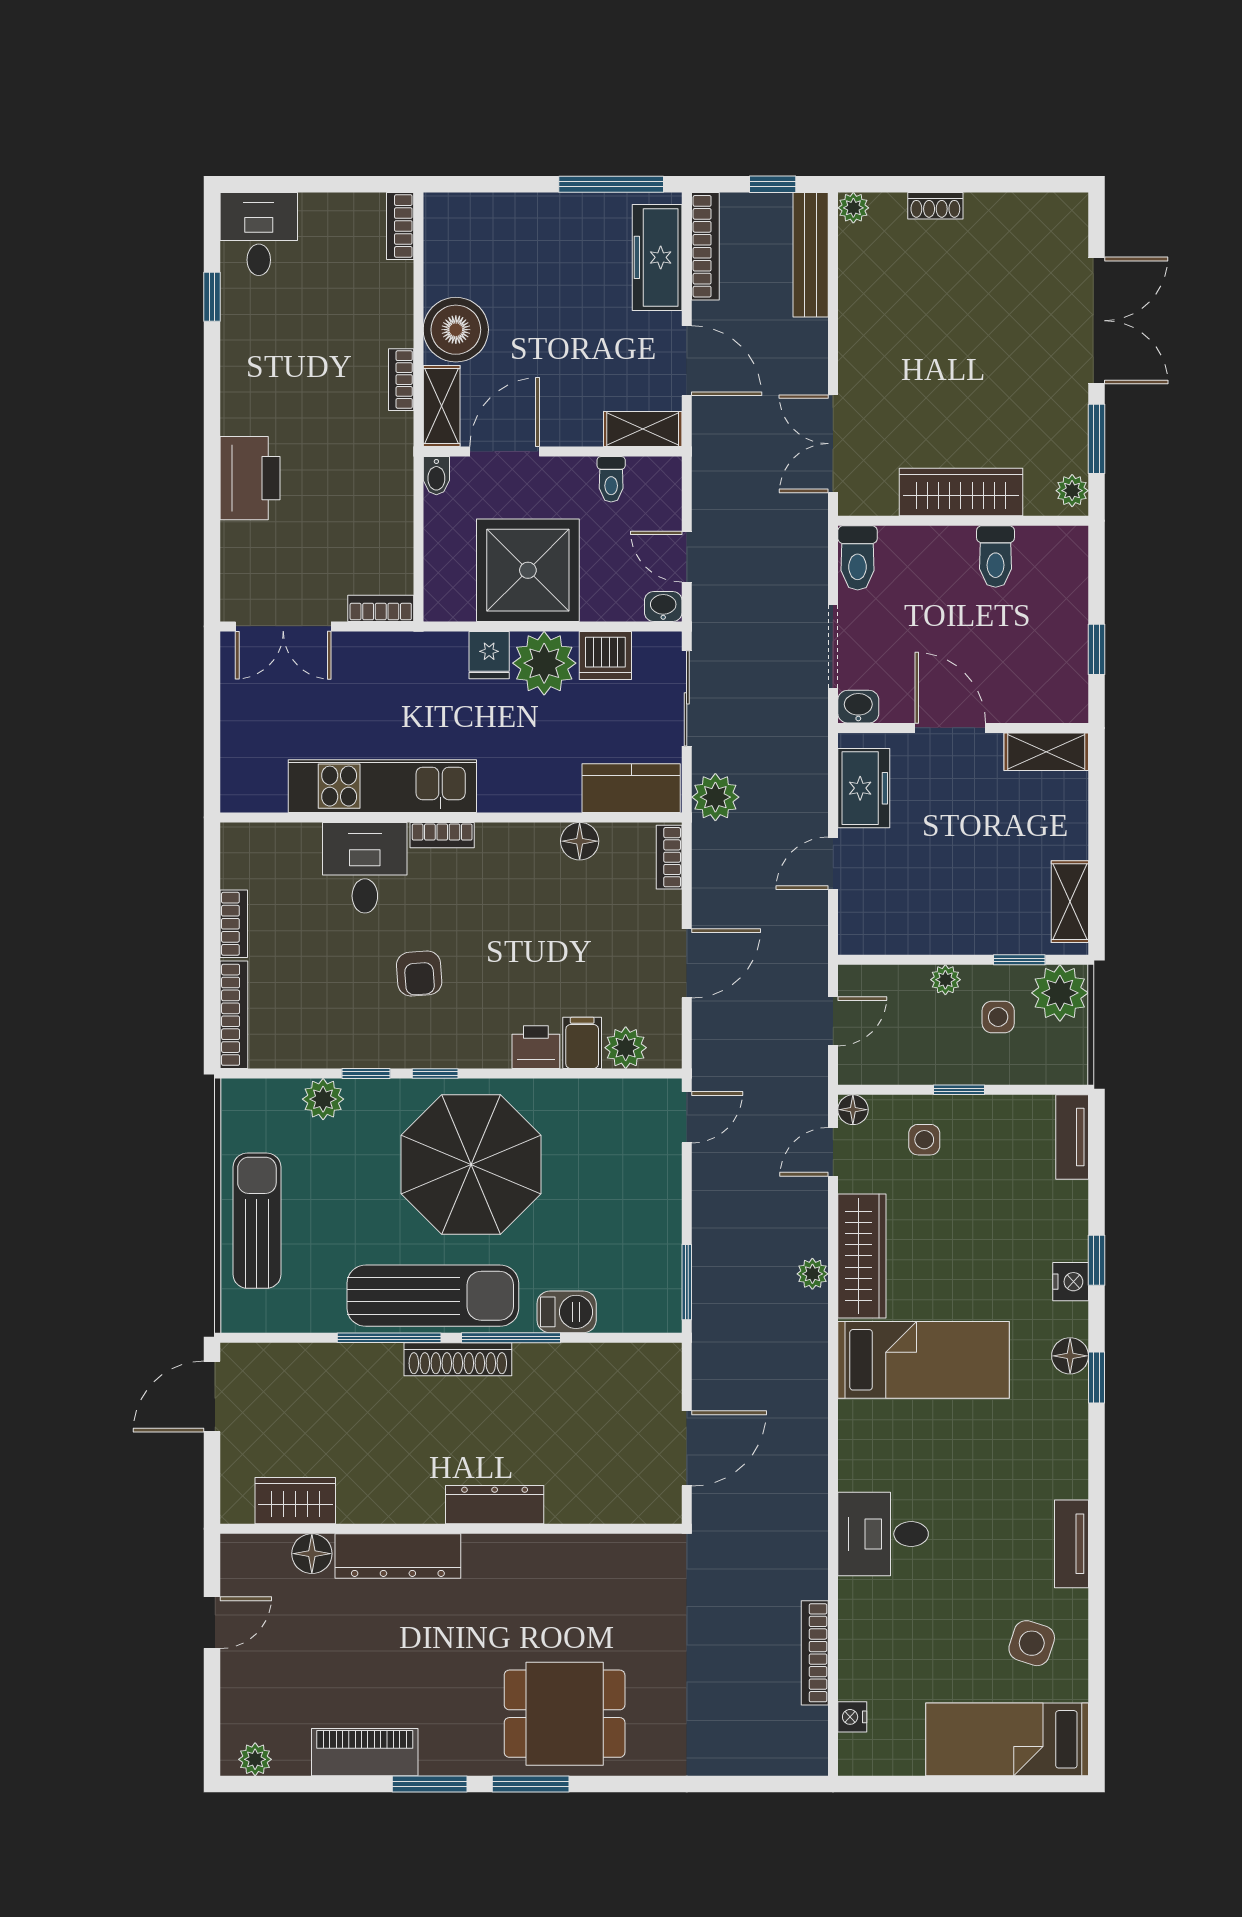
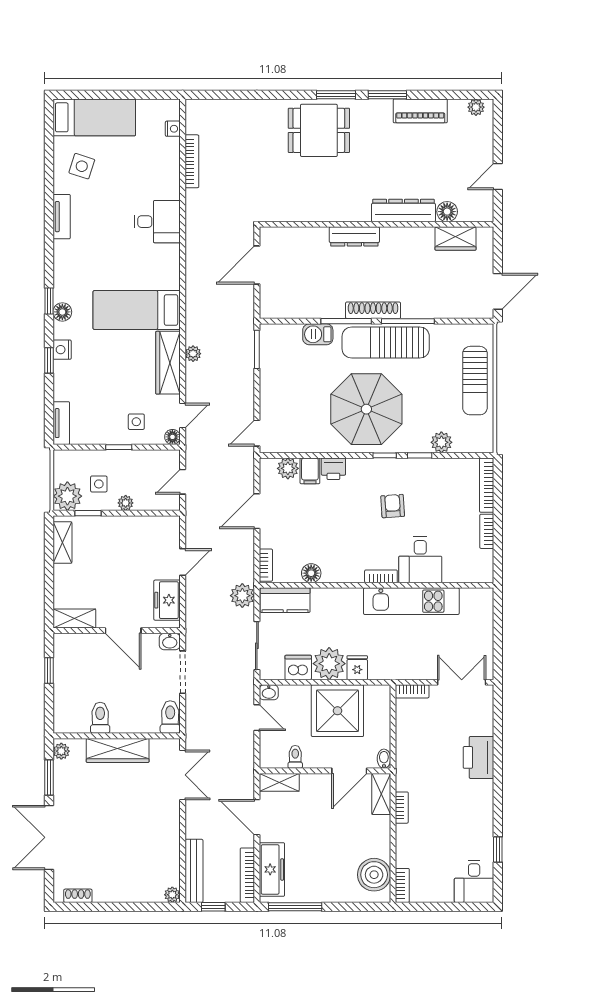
shoe rack: (935, 206) -> (78, 896), moved
boiler: (456, 330) -> (374, 875), moved

